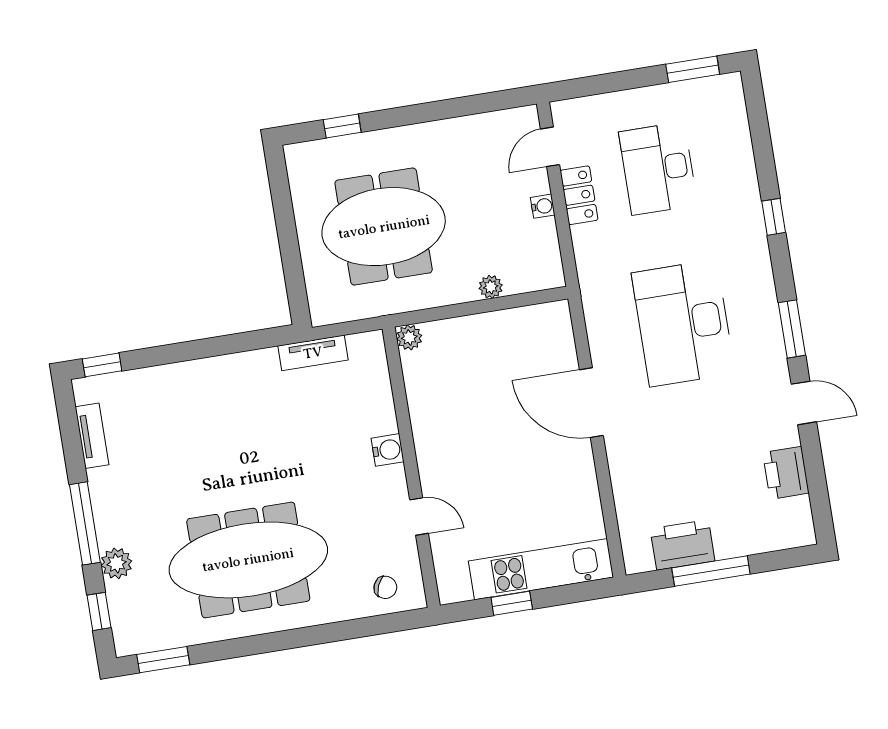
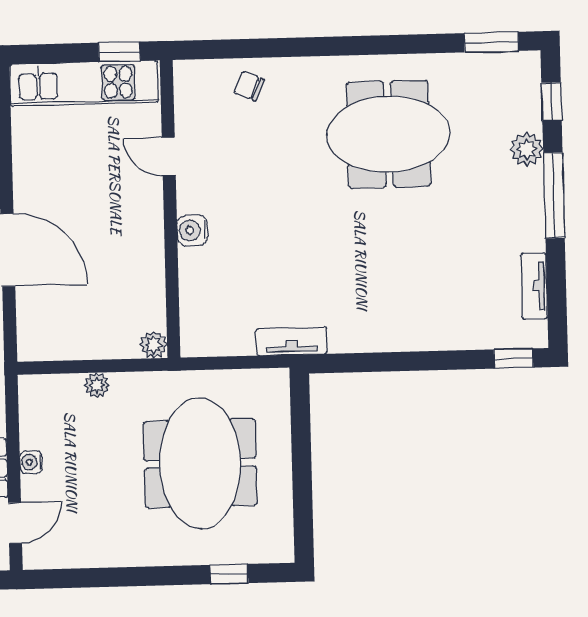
meeting table: (384, 227) -> (200, 463), turned 90
plant: (409, 337) -> (154, 345), moved
water cooler: (388, 450) -> (192, 230), moved
wall: (411, 467) -> (170, 209), moved
door: (419, 517) -> (169, 156), moved
meeting table: (248, 560) -> (388, 134), width x0.73

